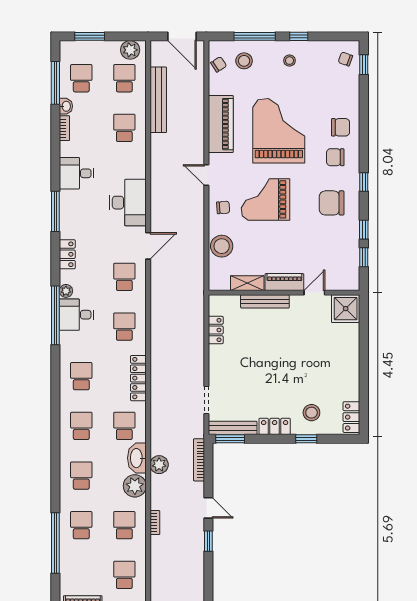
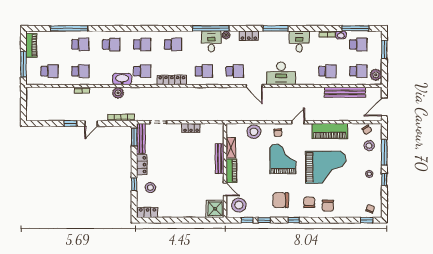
chair: (332, 203) -> (281, 200), turned -90
stool: (340, 270) -> (239, 205), added
locker: (216, 330) -> (191, 128), moved
plant: (135, 486) -> (105, 78), removed

